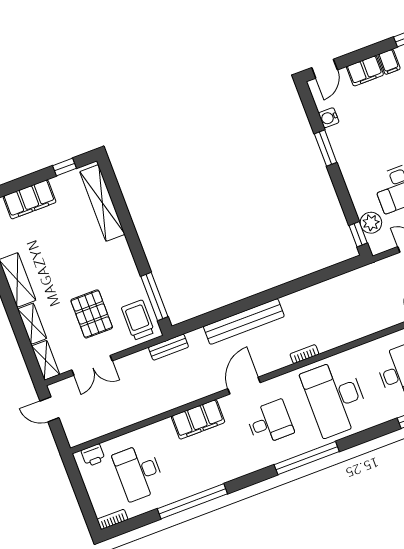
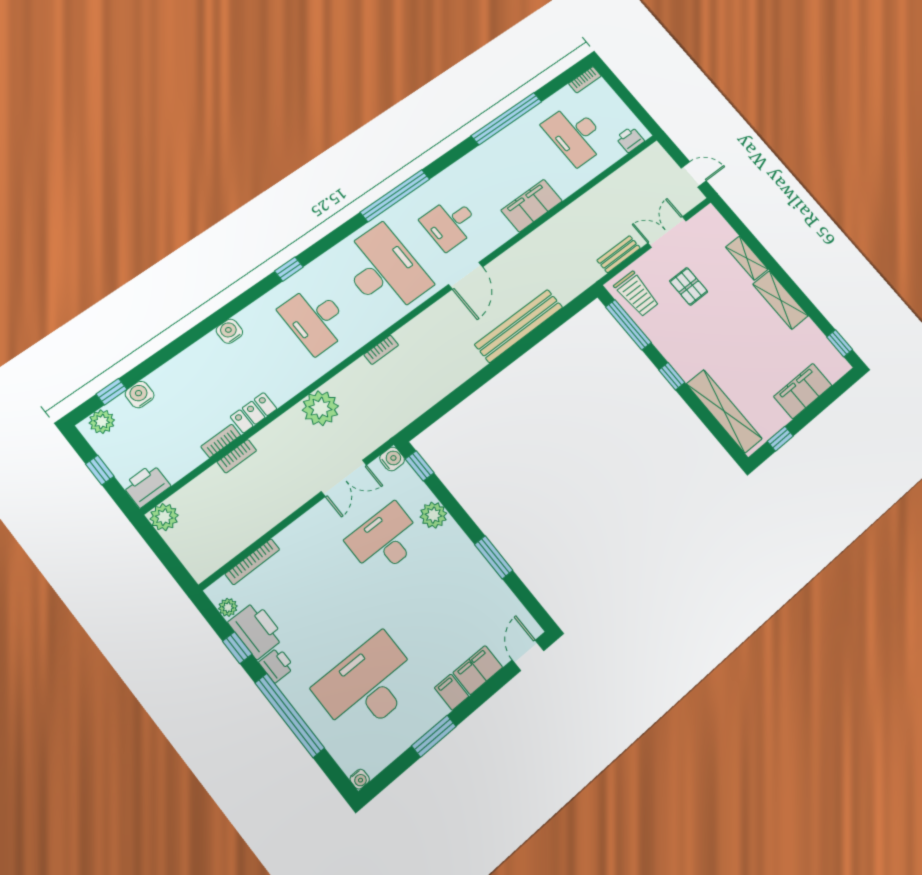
water cooler: (329, 118) -> (392, 459), moved
plant: (371, 223) -> (433, 515), moved
window: (135, 244) -> (672, 376), added
pallet: (92, 314) -> (689, 286), width x0.67, depth x0.71
bench: (168, 347) -> (619, 254), moved
bookcase: (304, 354) -> (381, 350), moved
shelving: (46, 360) -> (718, 224), removed
door: (244, 386) -> (466, 276), moved
desk: (139, 472) -> (575, 134), turned 180

